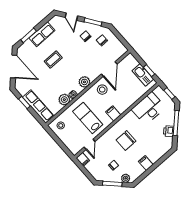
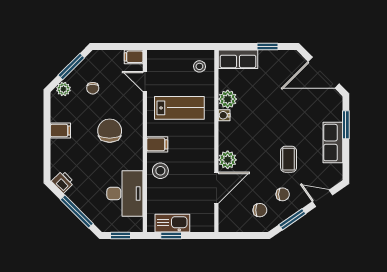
coffee table: (53, 60) -> (289, 159), moved
door: (109, 69) -> (216, 188), swing flipped
plant: (84, 82) -> (228, 160), moved
stool: (102, 90) -> (160, 171), moved
row of seats: (38, 107) -> (238, 59), width x0.68
printer: (169, 131) -> (63, 182), moved

